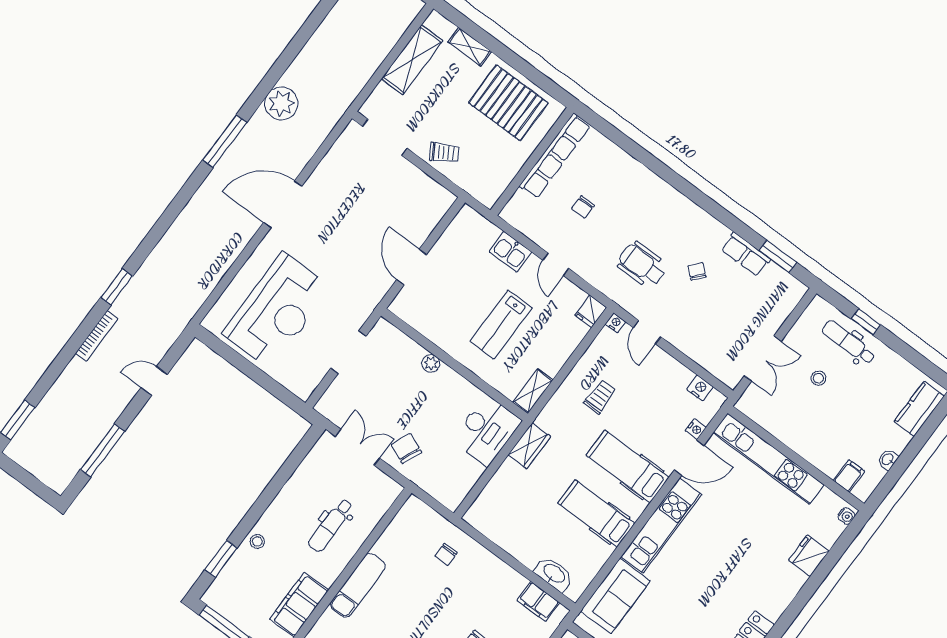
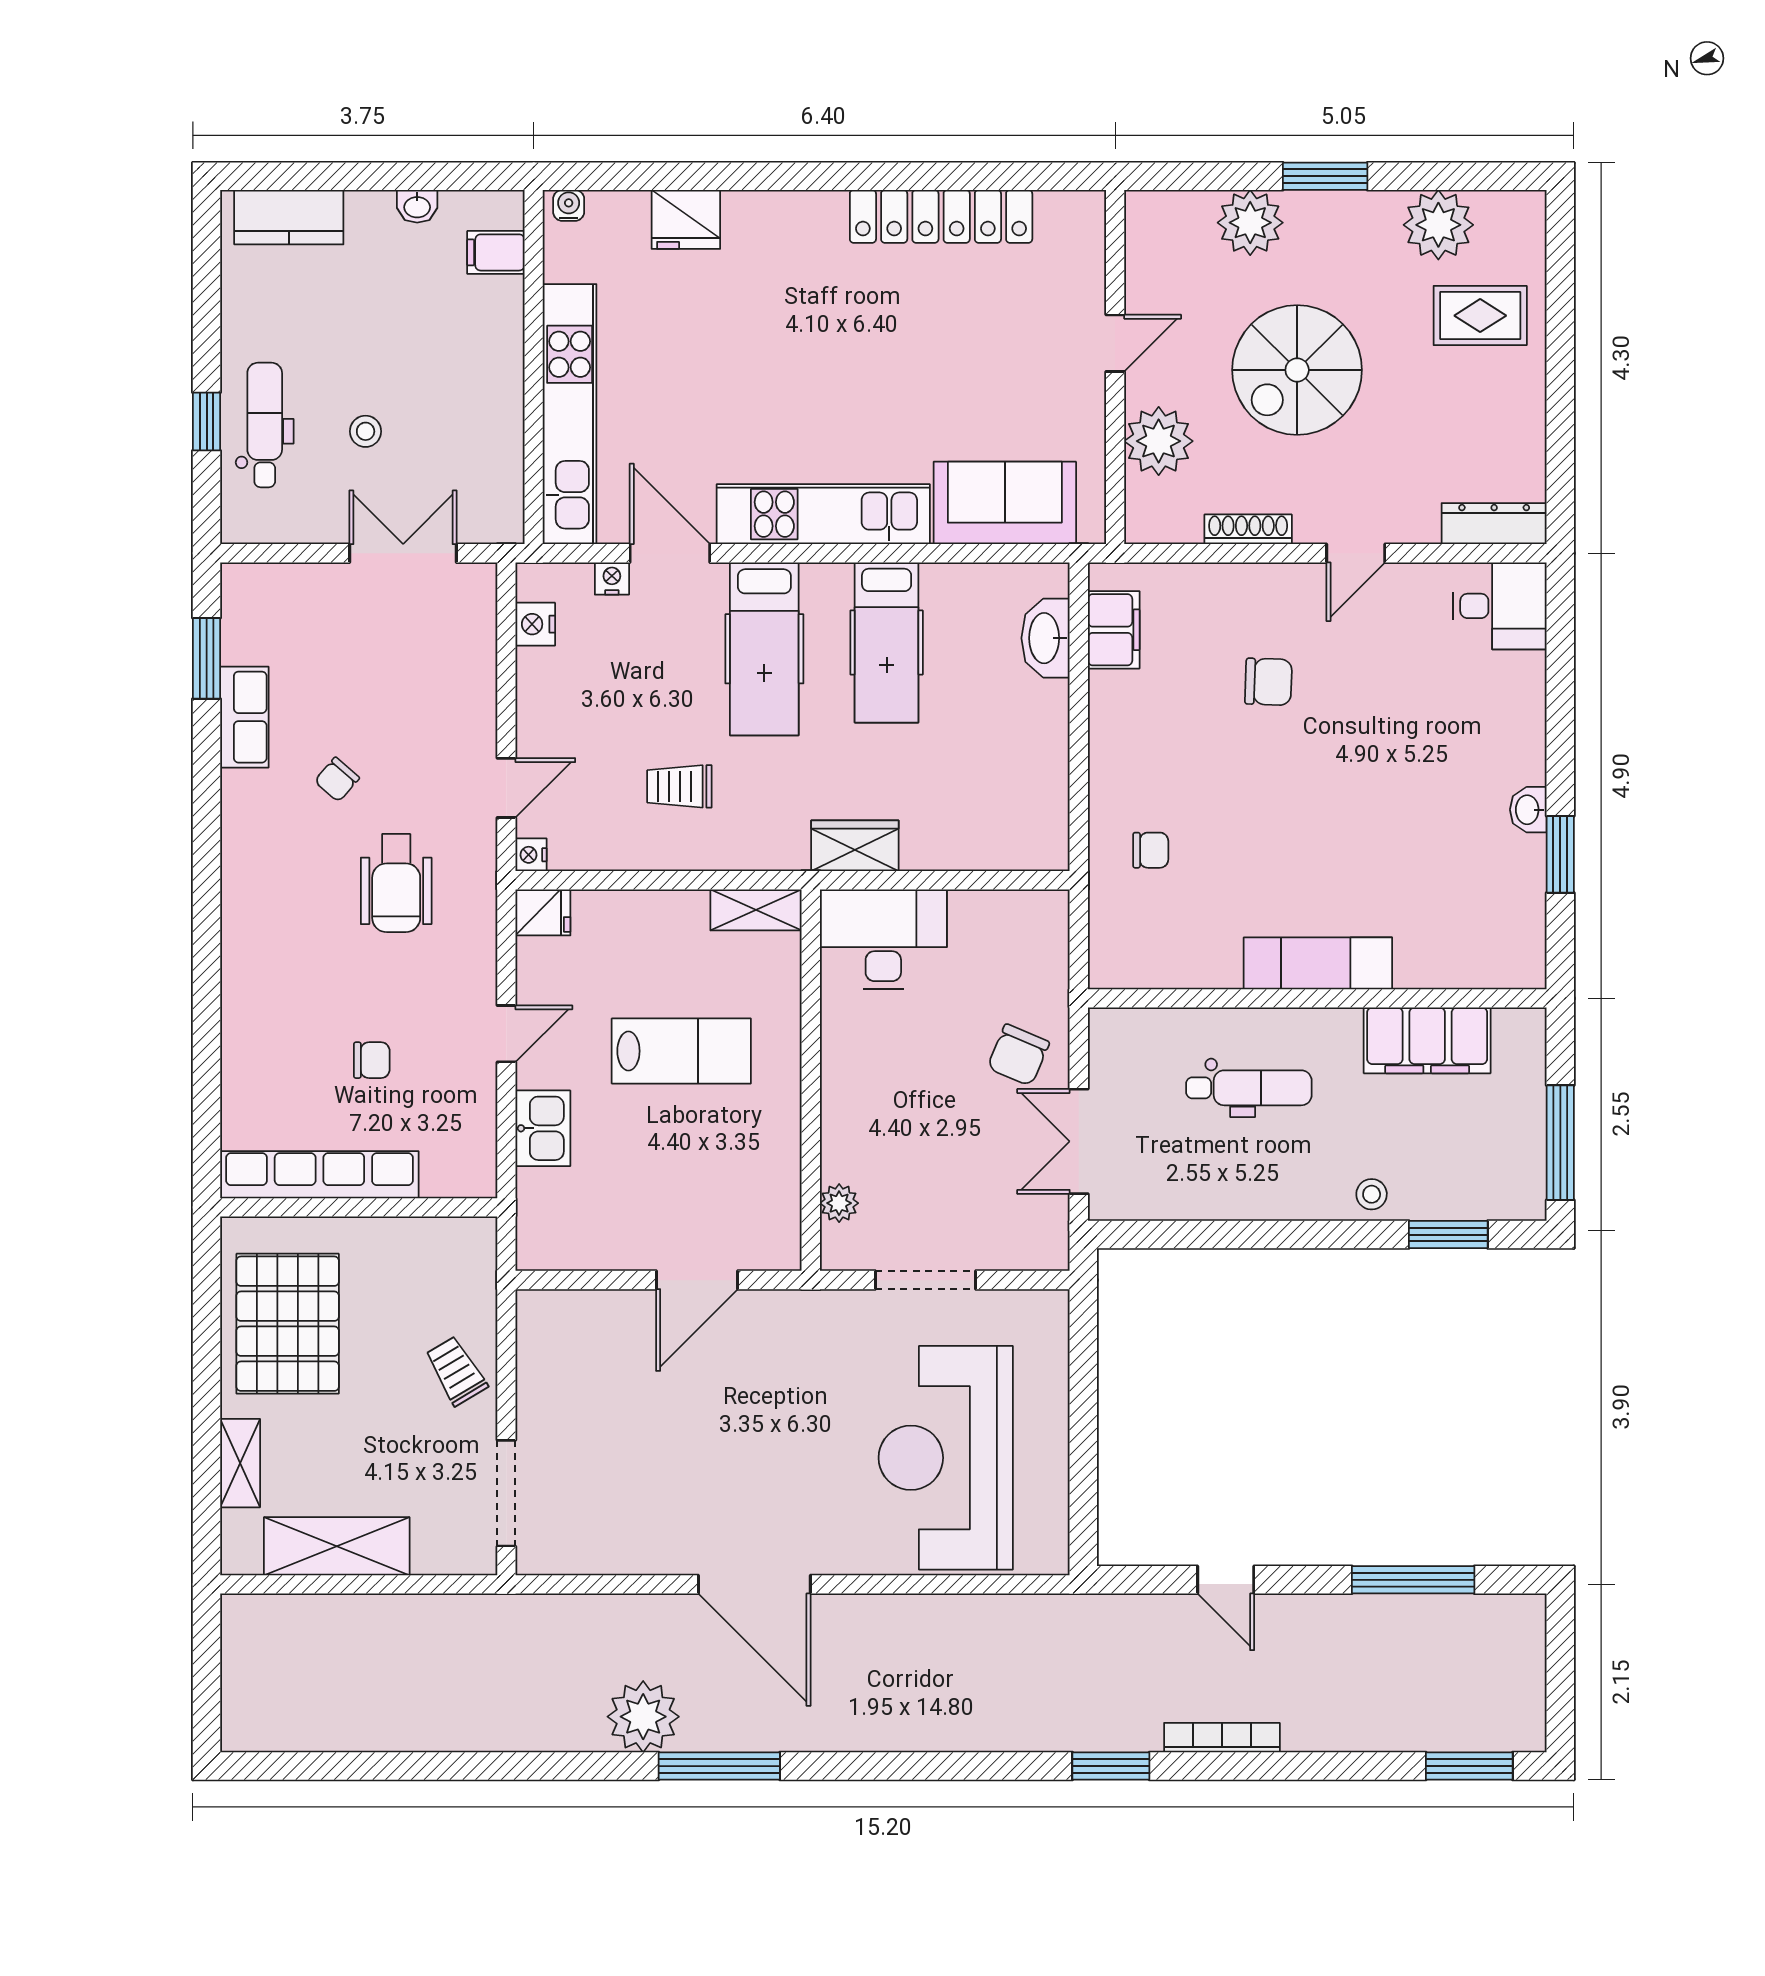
plant: (281, 103) -> (643, 1717), moved
reception desk: (277, 310) -> (946, 1458), turned -90
dental chair: (849, 342) -> (265, 425), turned 180
plant: (431, 363) -> (839, 1203), moved

